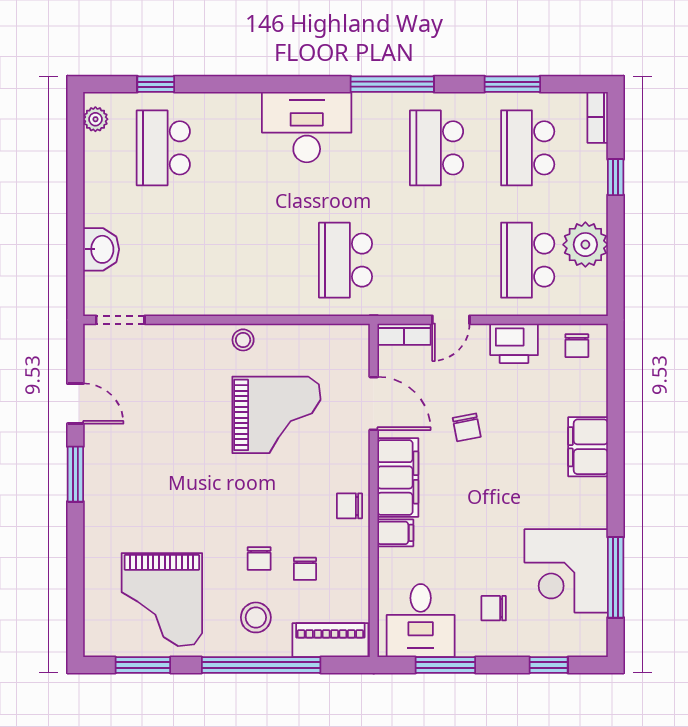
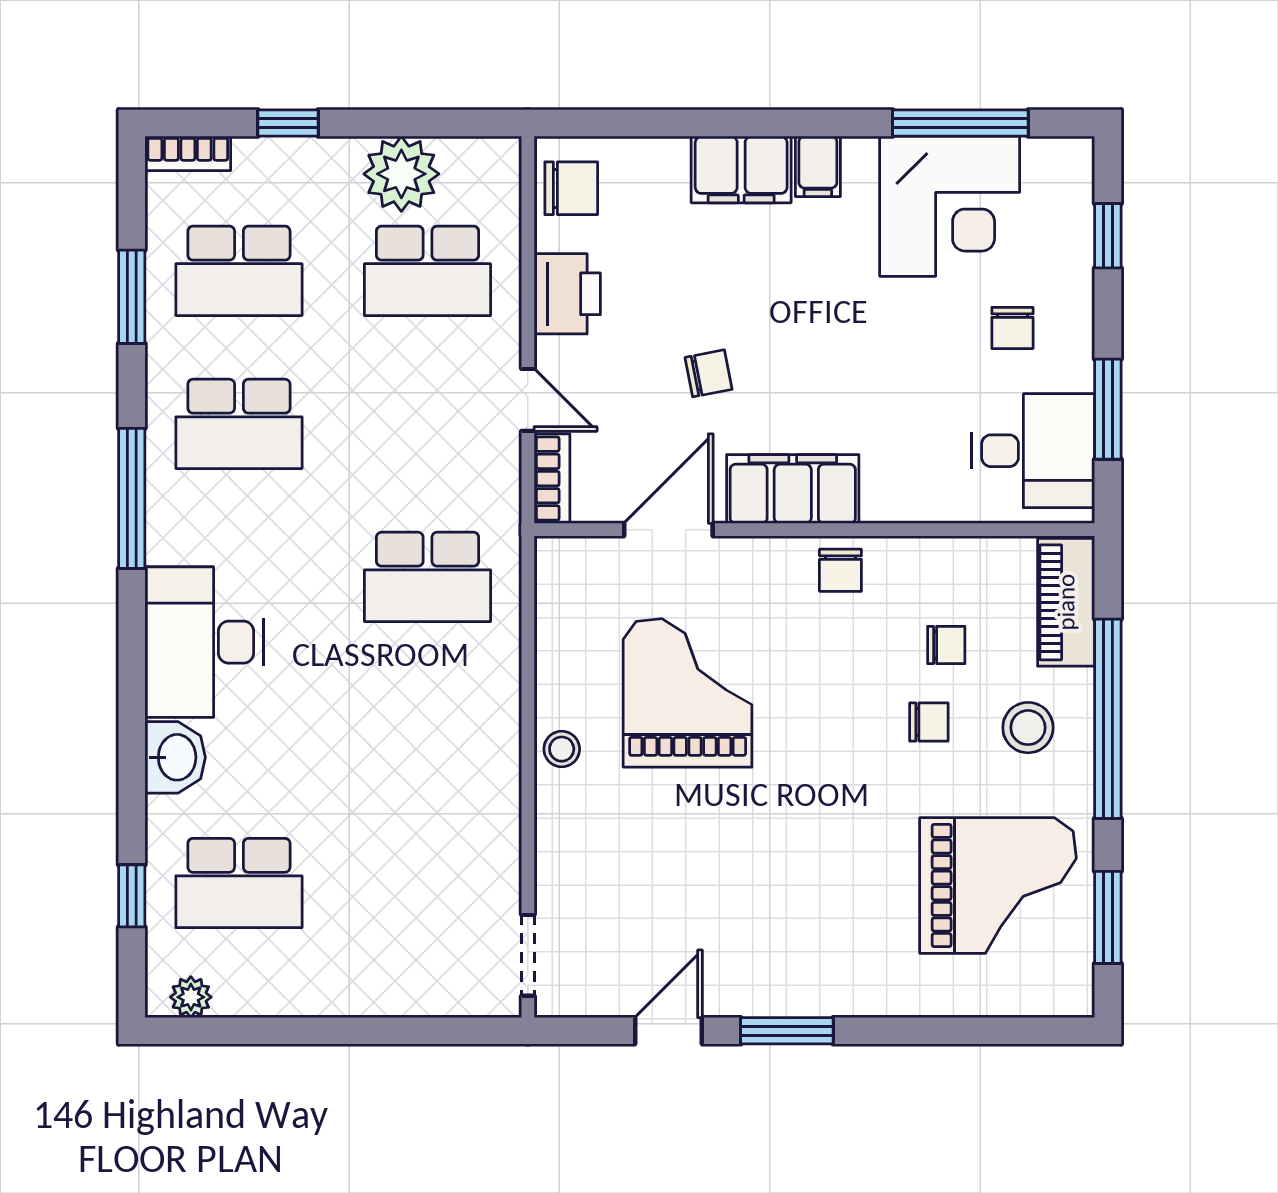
washbasin: (101, 249) -> (175, 757), moved, turned 90
chair: (577, 346) -> (571, 188), width x1.37, depth x1.37
filing cabinet: (395, 533) -> (818, 166), moved, turned 180

